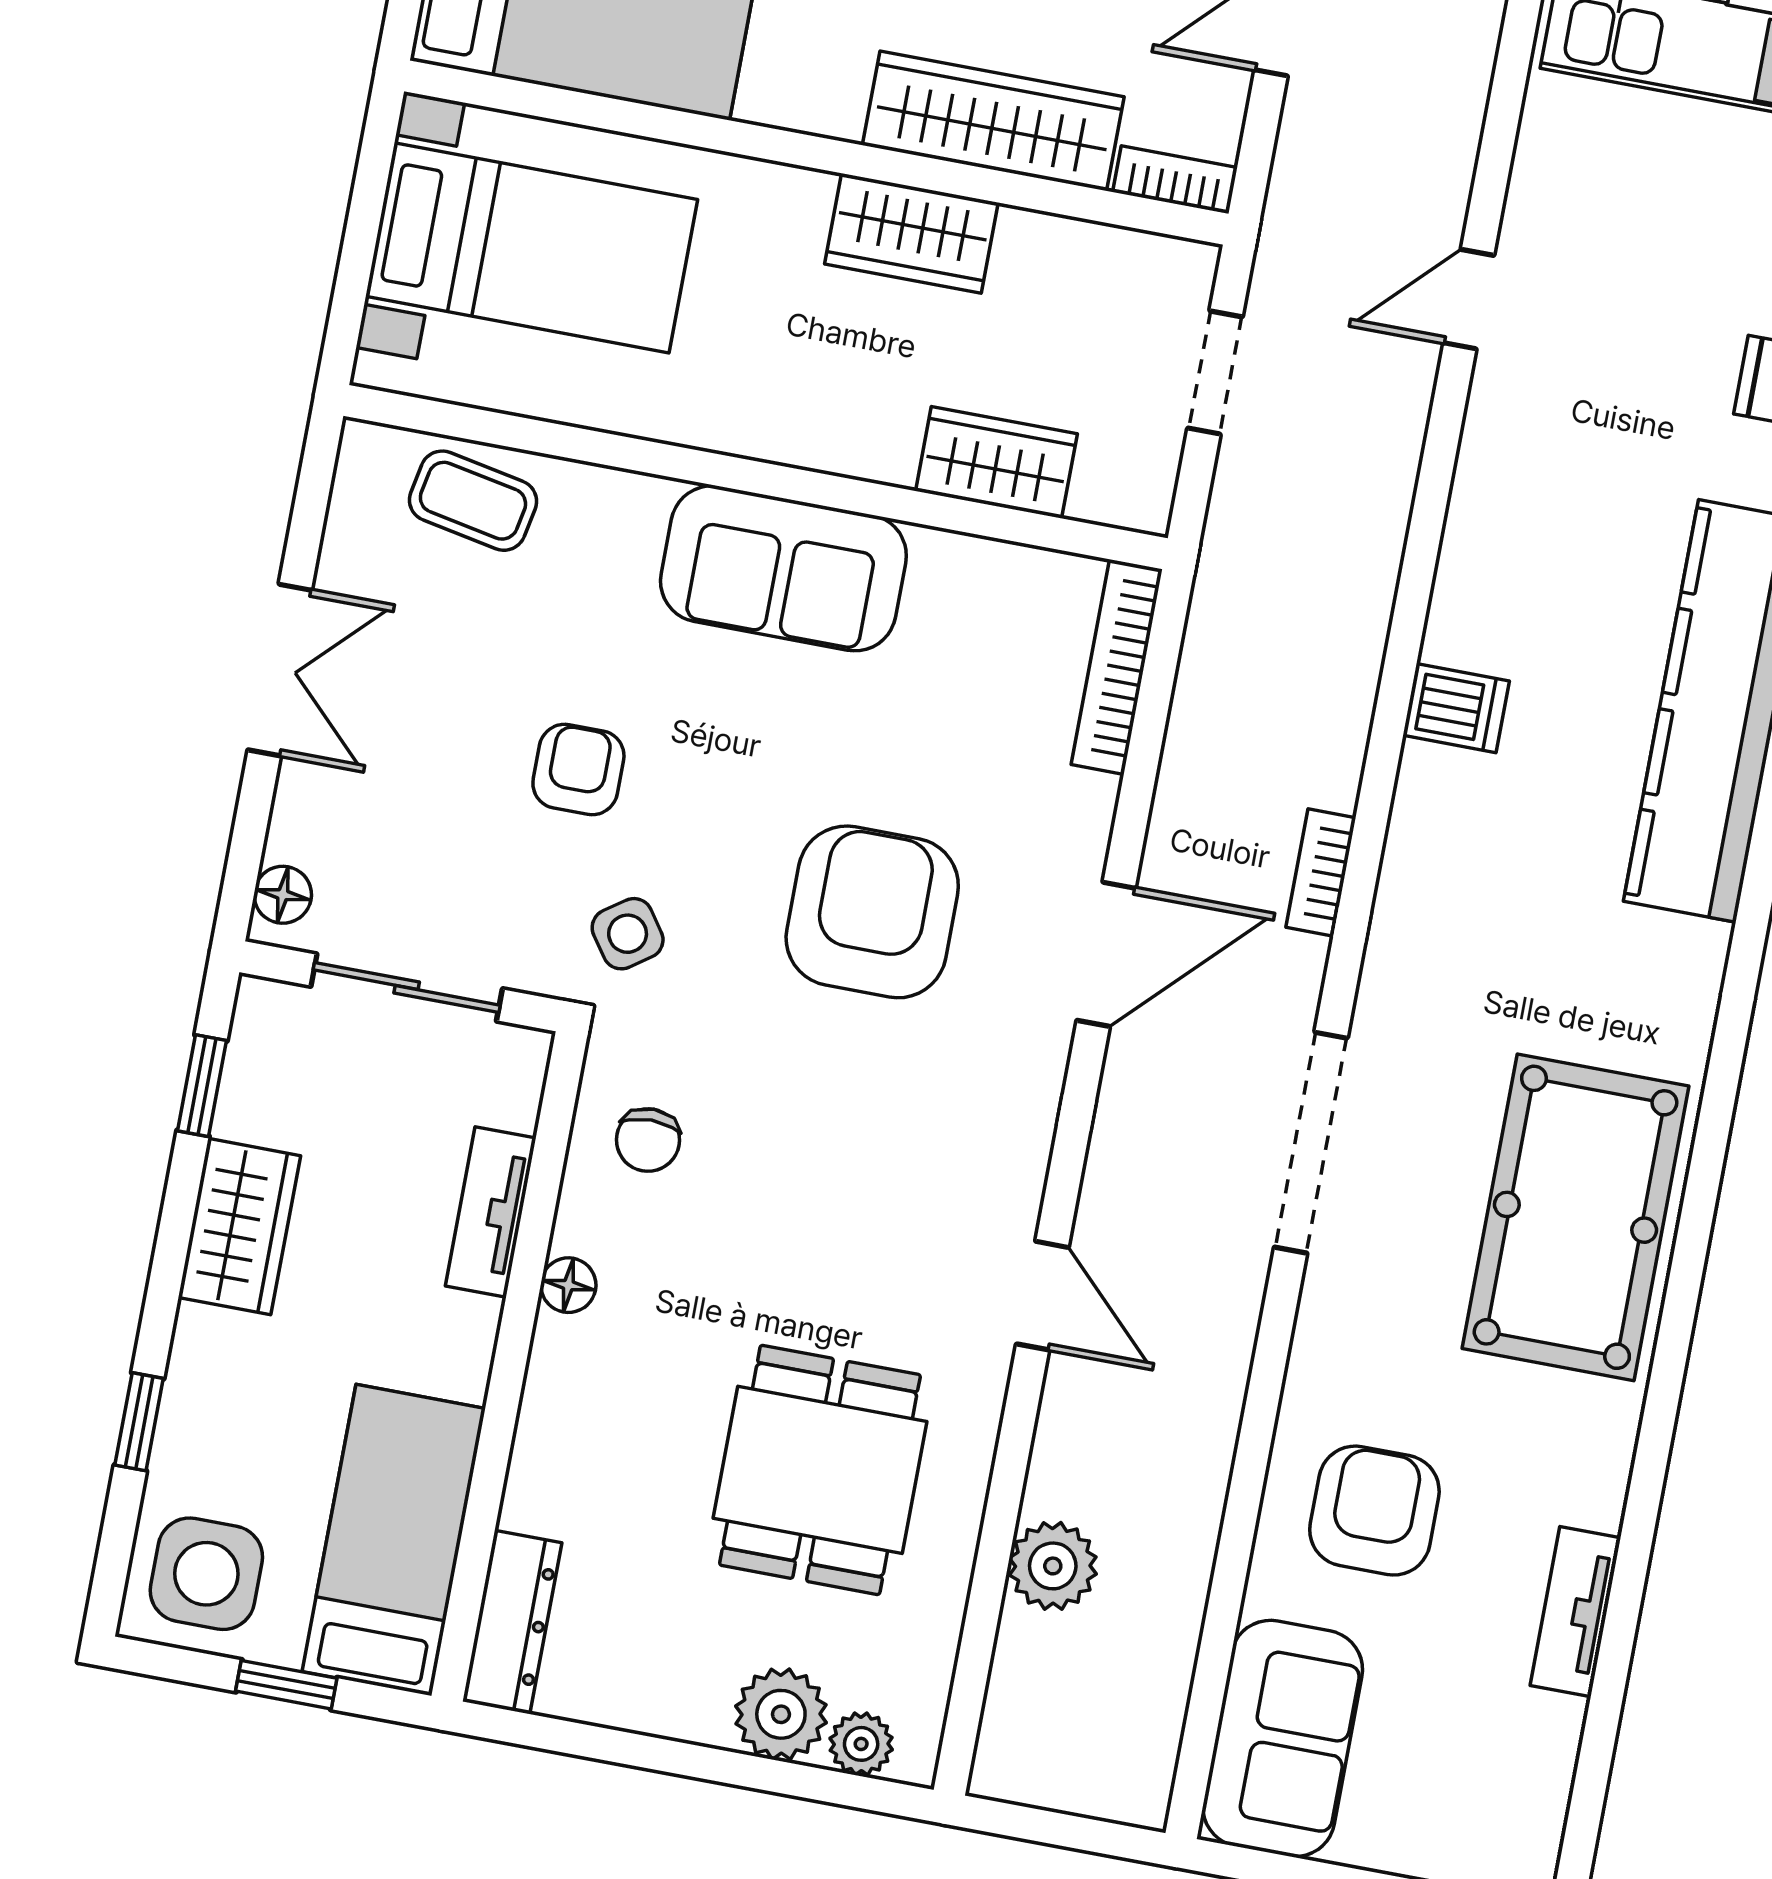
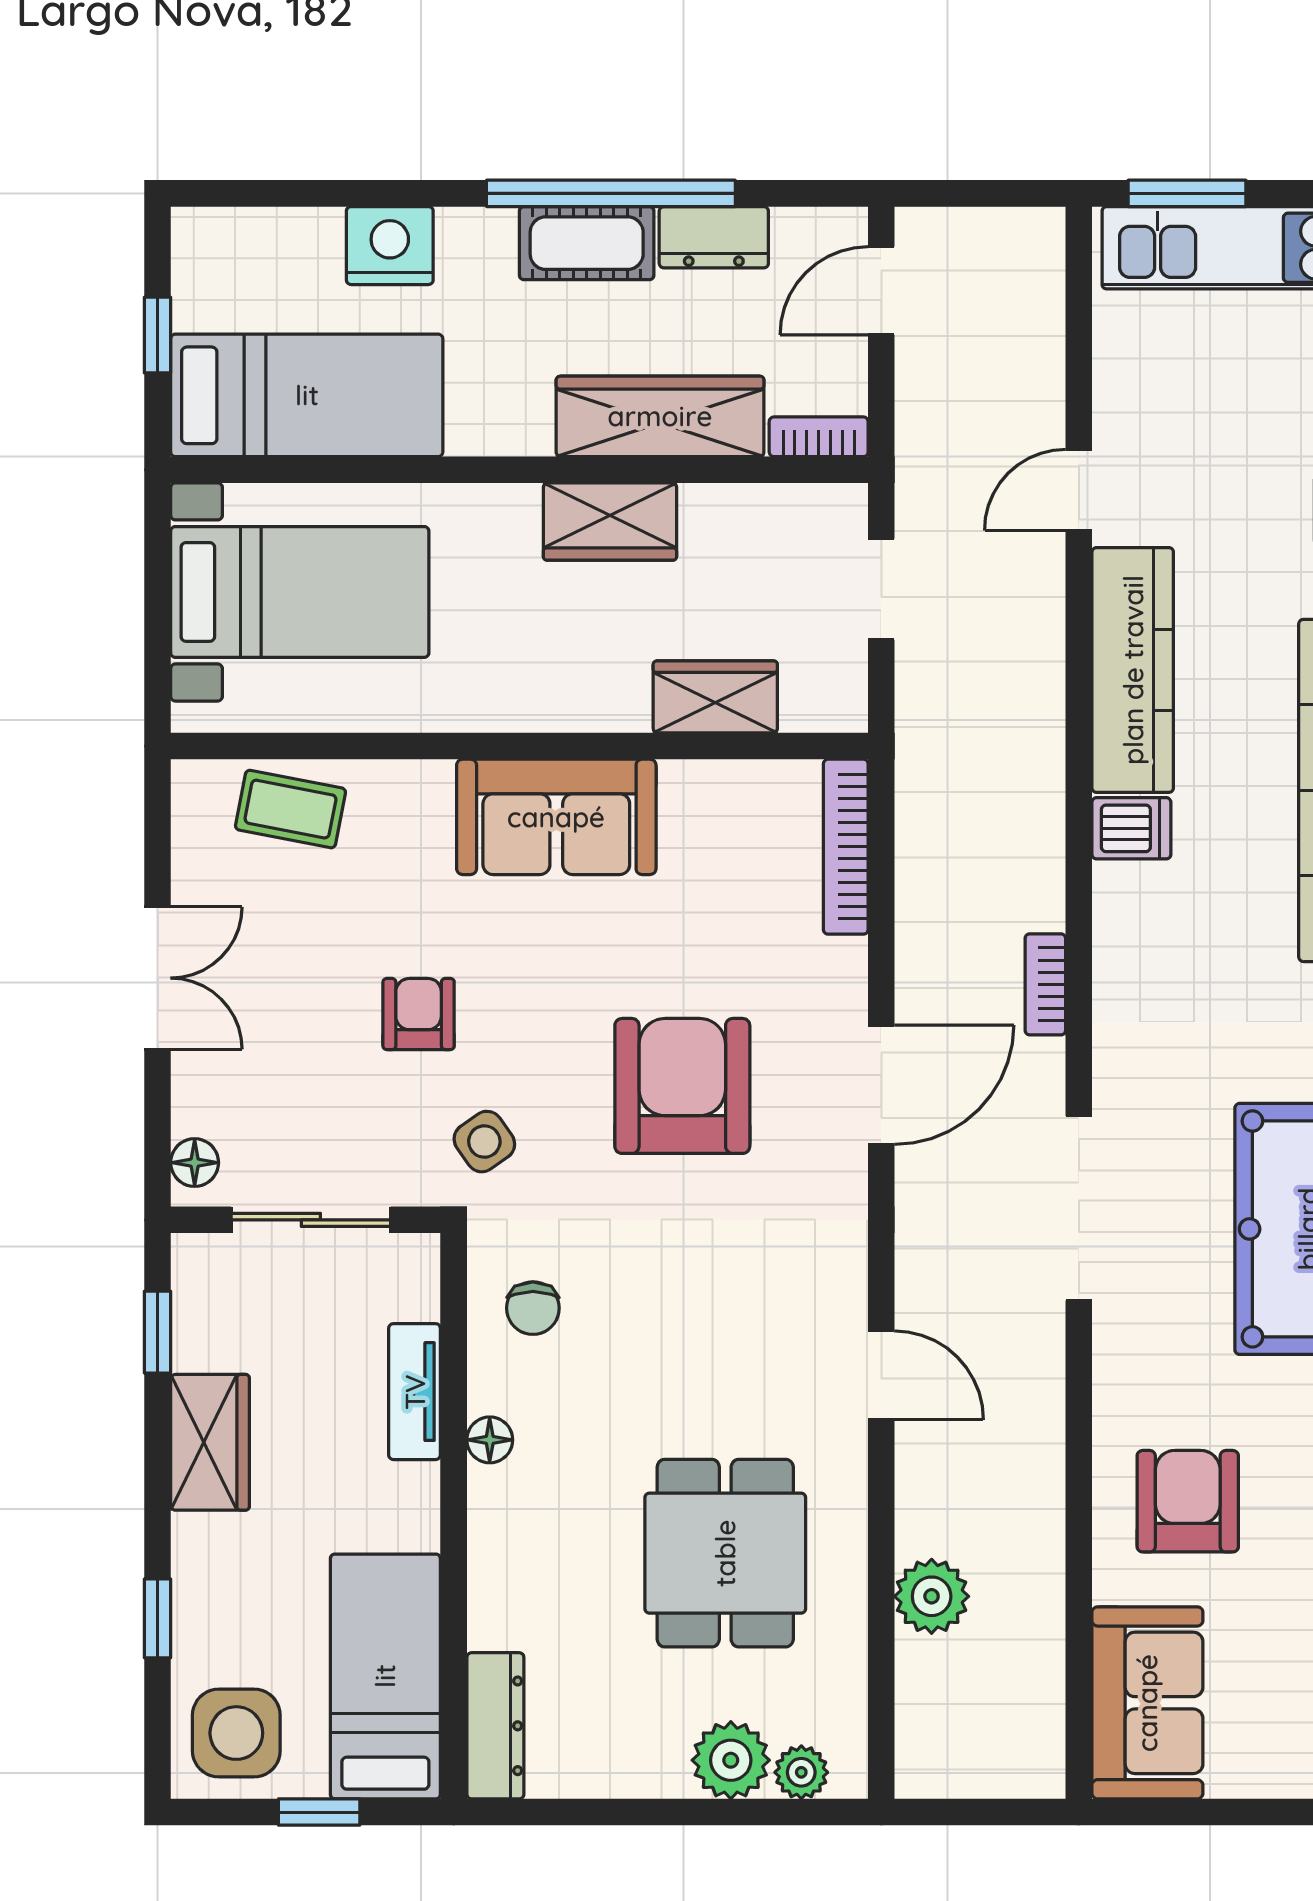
kitchen counter: (1492, 522) -> (1133, 670), added

